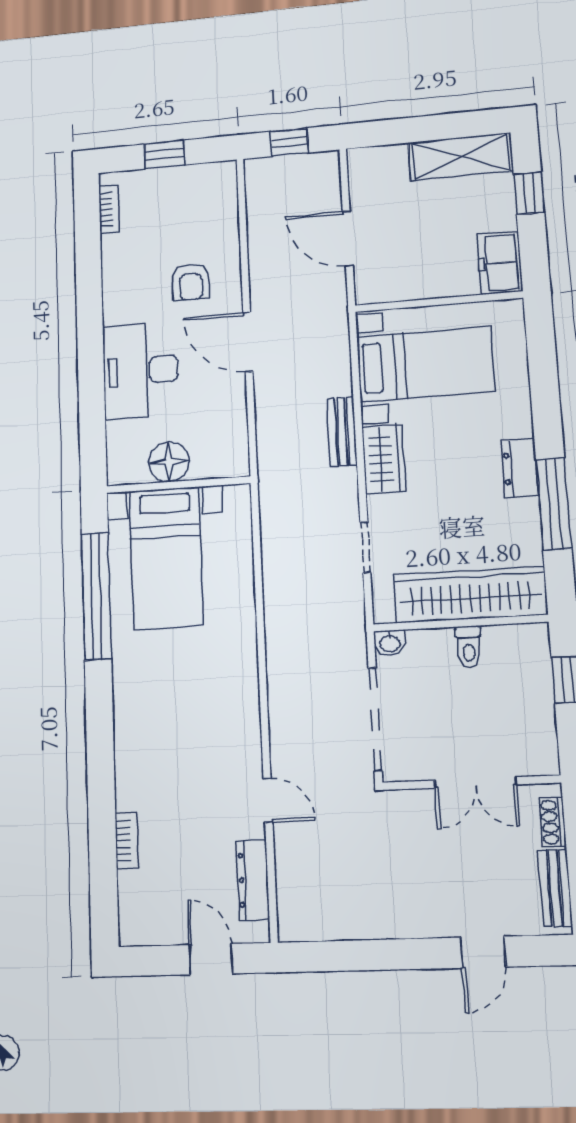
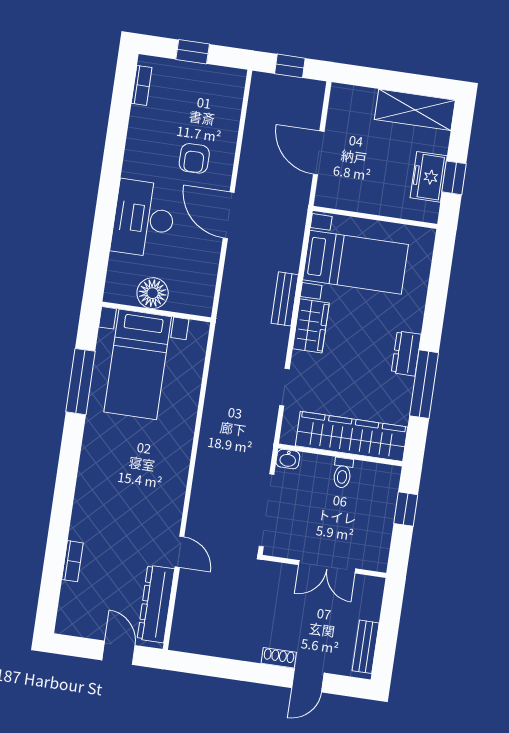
window: (529, 193) -> (454, 178), moved
freezer: (500, 263) -> (429, 177), moved
window: (96, 596) -> (81, 382), width x0.68
shoe rack: (553, 822) -> (279, 658), moved, turned 90
dresser: (253, 880) -> (156, 604), width x1.37, depth x1.24

